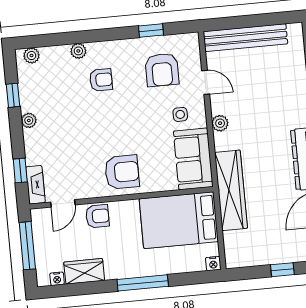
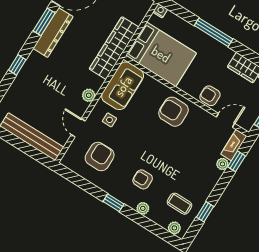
window: (151, 30) -> (114, 203), moved
coffee table: (45, 84) -> (179, 204), added
plant: (29, 120) -> (222, 164), moved

